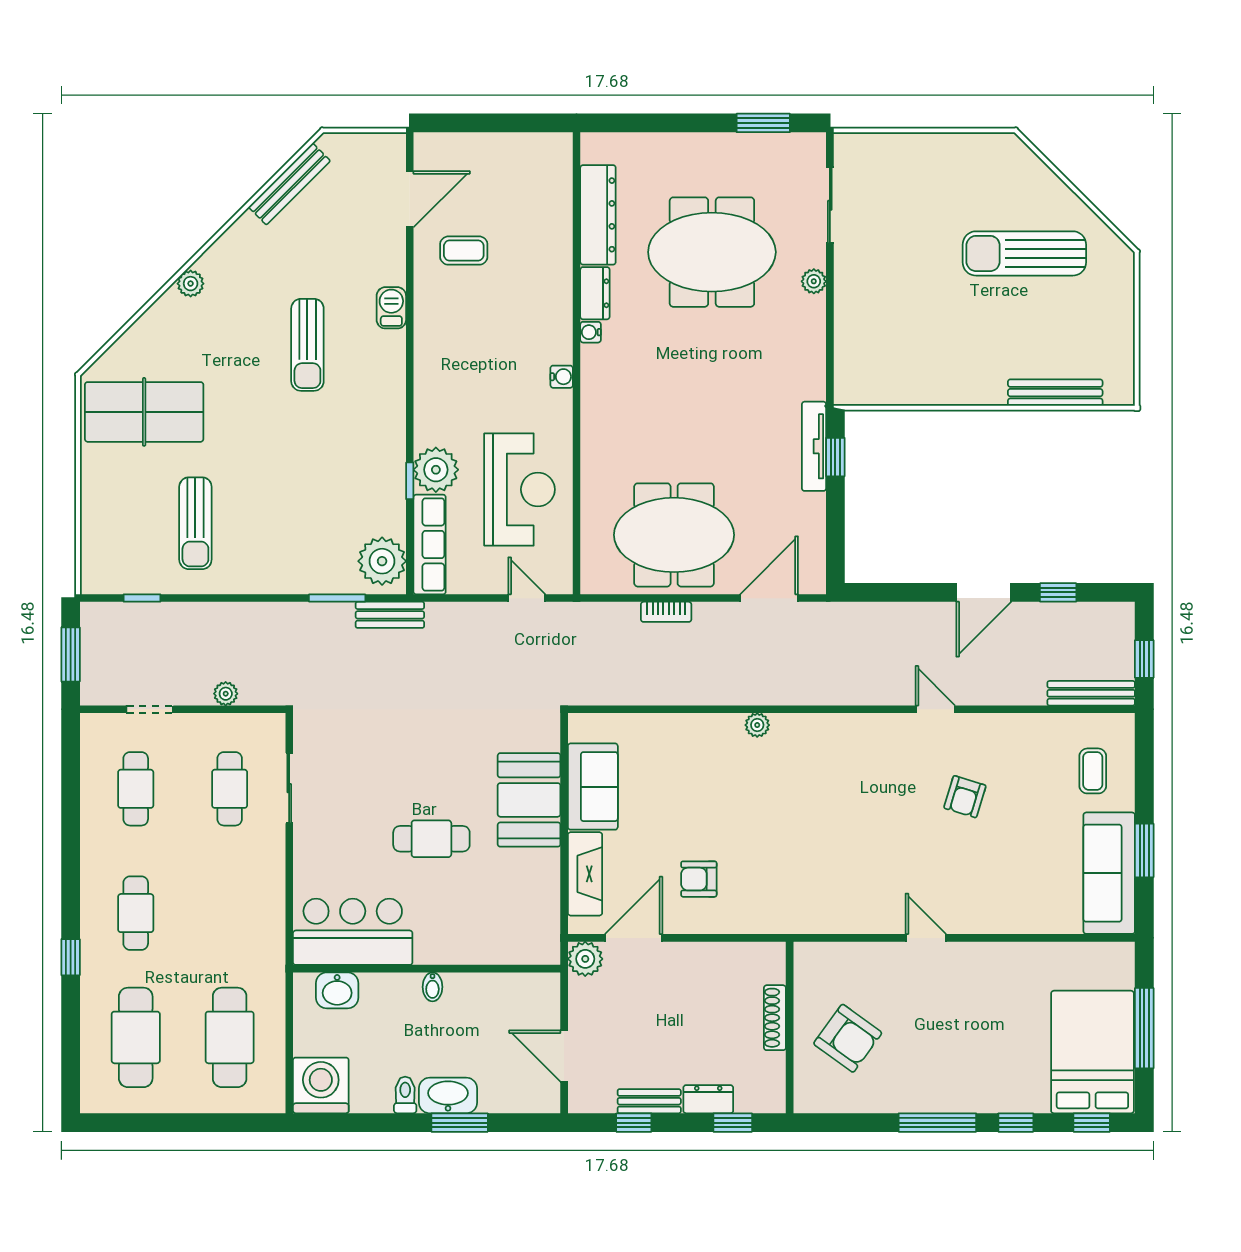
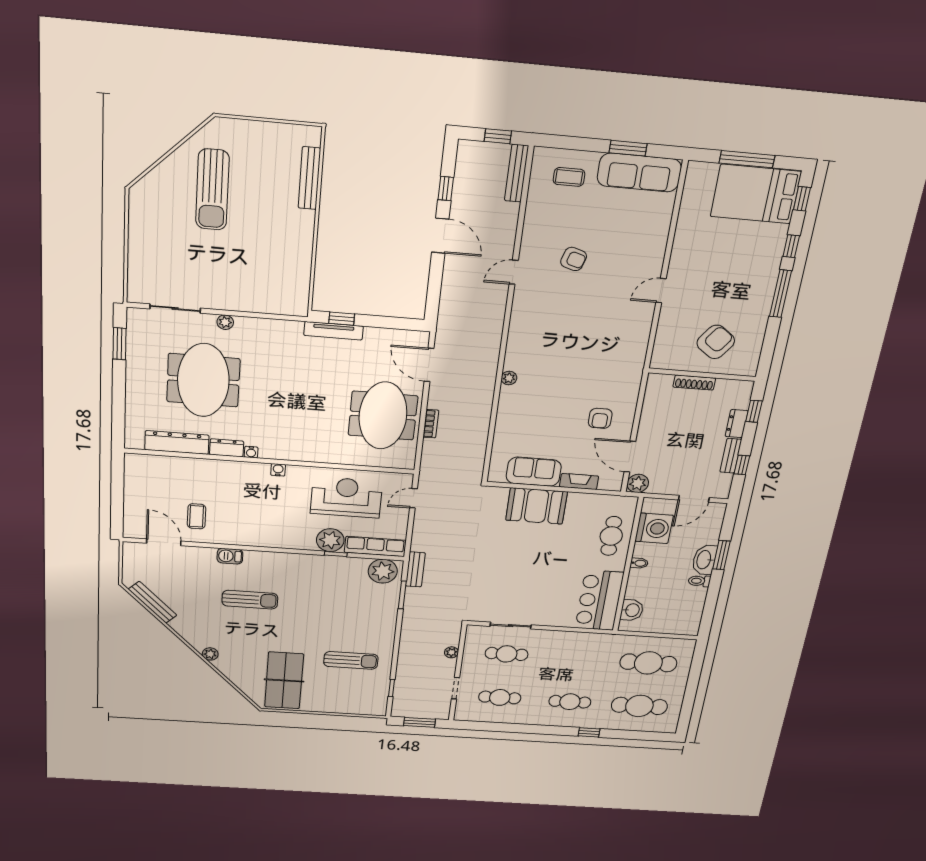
cafe table: (431, 839) -> (611, 536), moved
fireplace: (585, 874) -> (579, 481), width x0.73, depth x0.76
washing machine: (321, 1085) -> (654, 528), moved, turned 180

